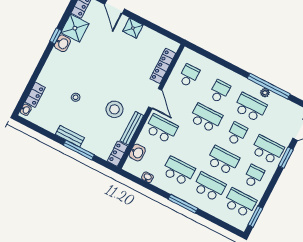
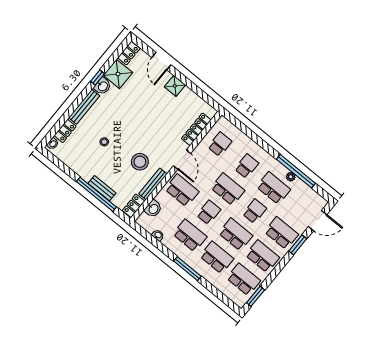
bench: (49, 67) -> (84, 107), added
bench: (70, 136) -> (102, 188), moved
school desk: (192, 144) -> (209, 212), added
window: (79, 150) -> (96, 194), width x1.46
school desk: (254, 176) -> (262, 256), width x1.85

